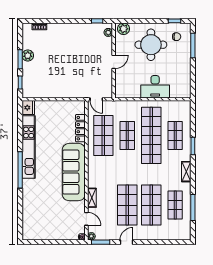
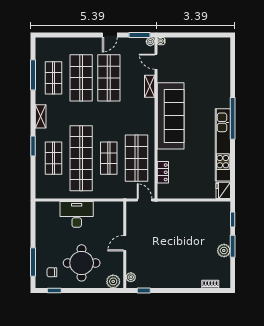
locker: (80, 128) -> (163, 172), width x0.66

